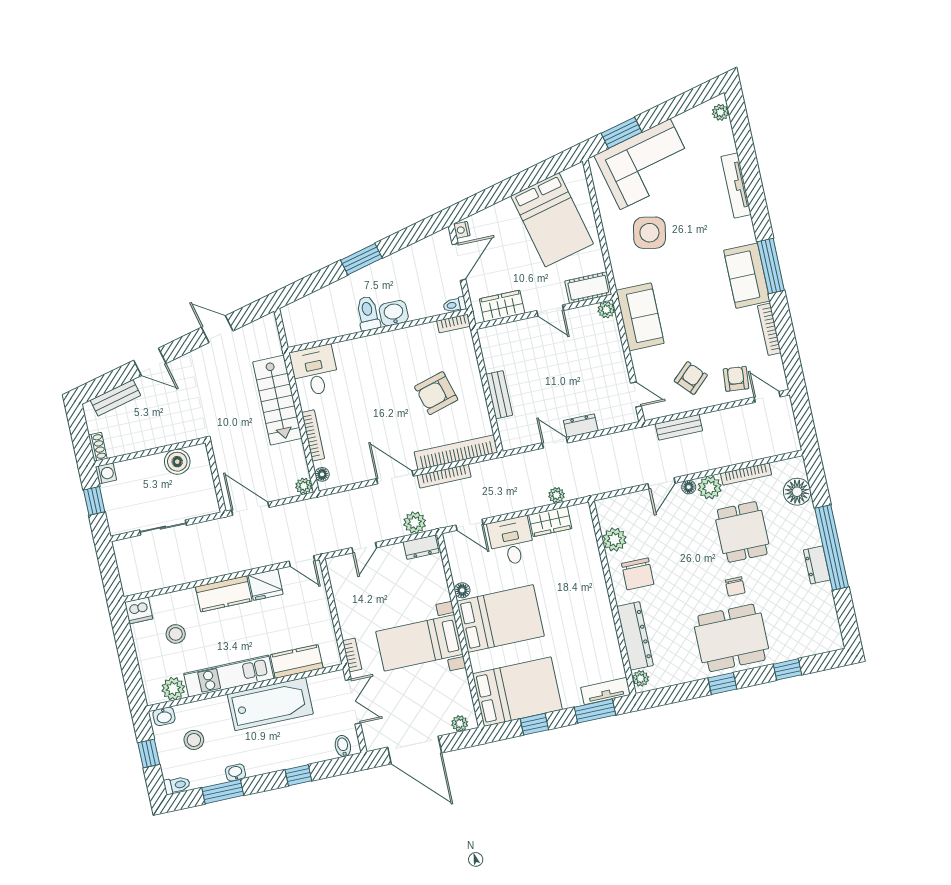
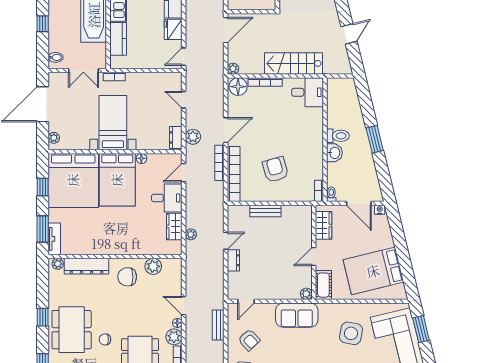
floor lamp: (322, 474) -> (238, 87), width x1.89, depth x1.89
bed: (517, 692) -> (73, 180), width x1.36

